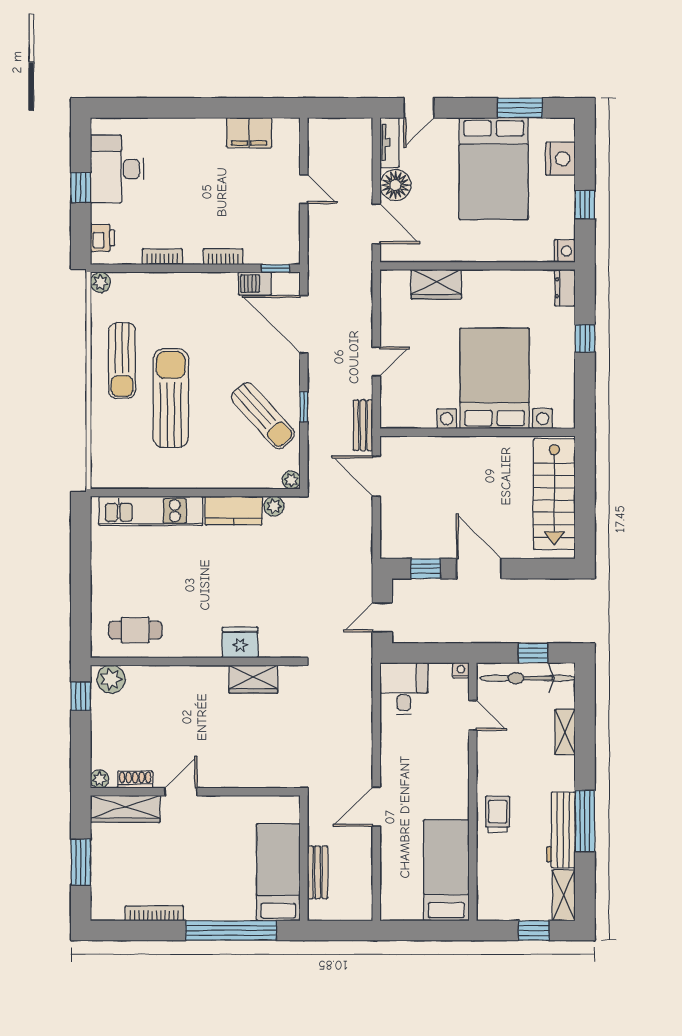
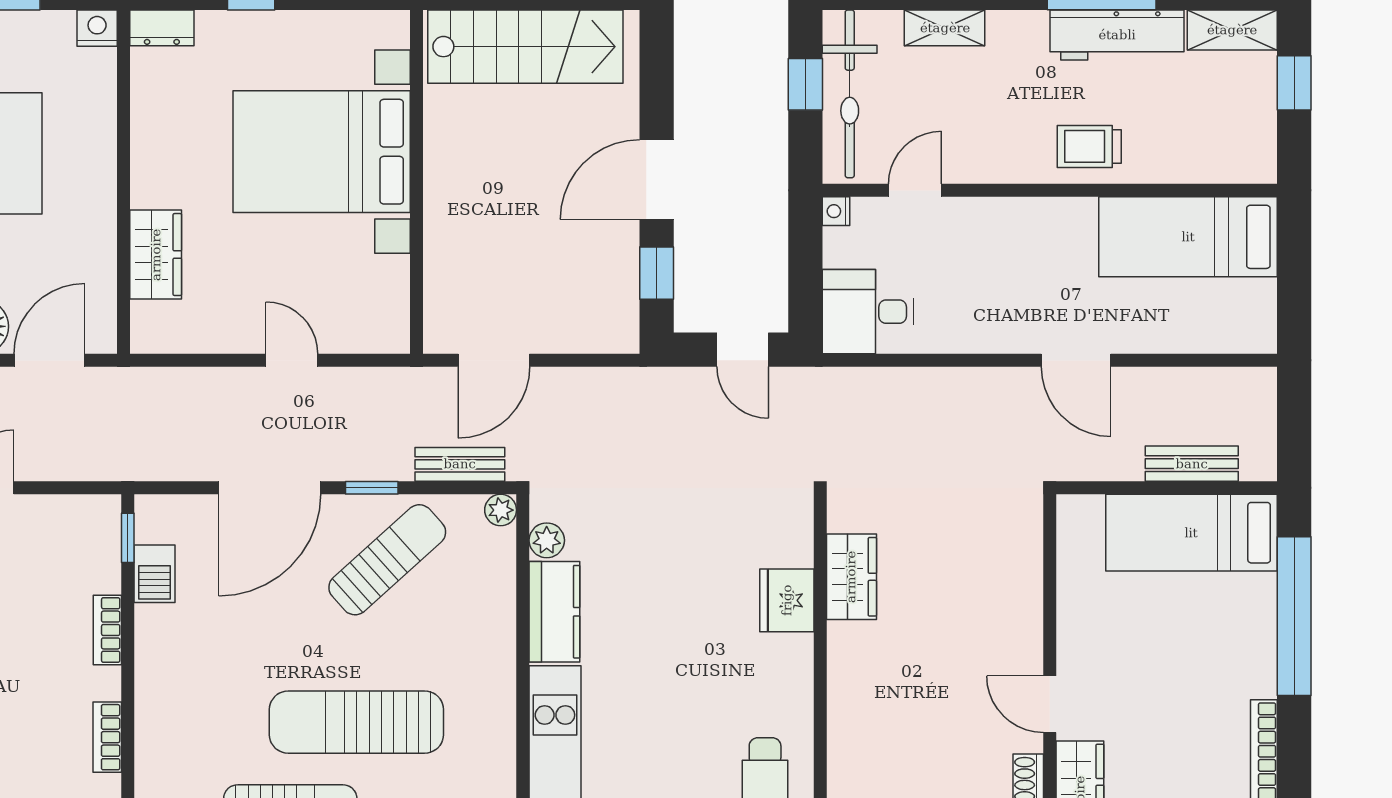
door: (304, 324) -> (270, 488), moved
bench: (363, 425) -> (460, 464), moved

